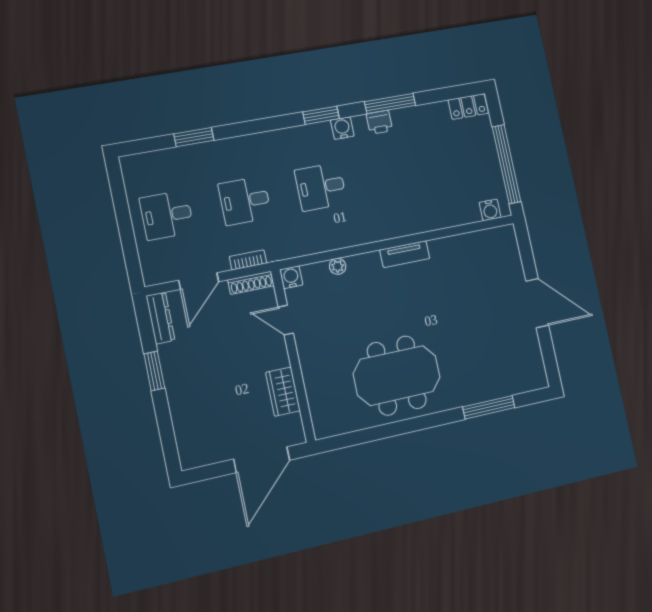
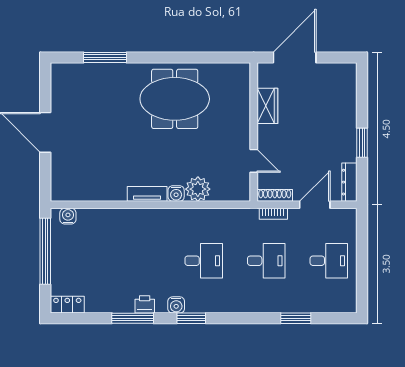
plant: (338, 266) -> (198, 189), width x1.87, depth x1.87
water cooler: (291, 277) -> (176, 193), moved

